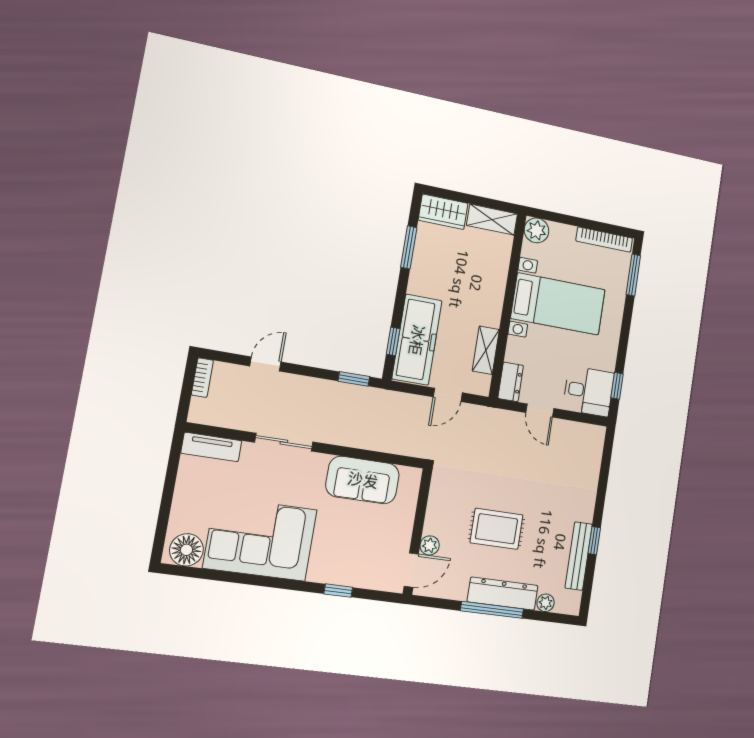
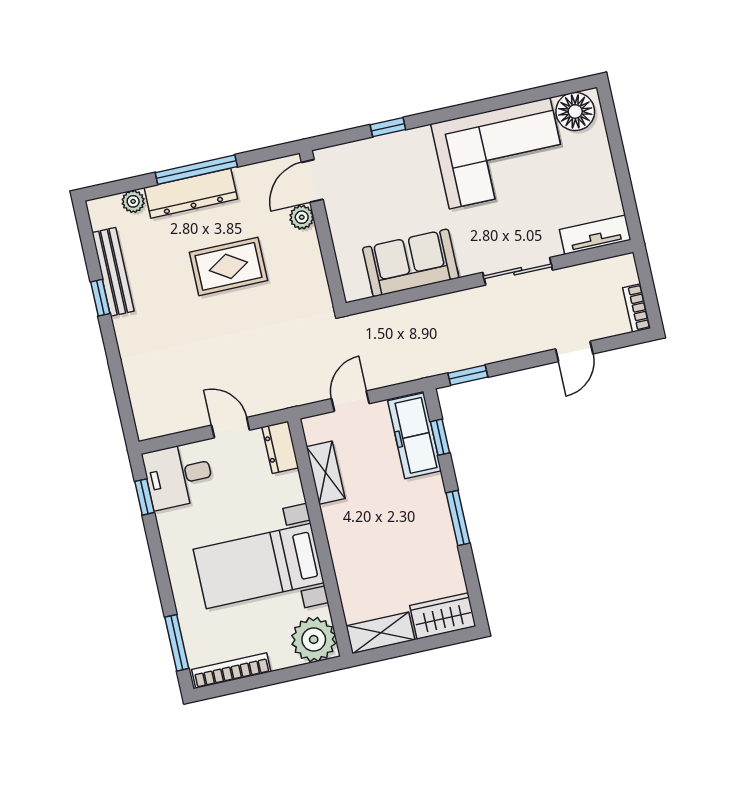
plant: (536, 230) -> (314, 639), width x1.36, depth x1.36
window: (409, 247) -> (458, 518), moved
freezer: (417, 340) -> (414, 436), width x0.73, depth x0.79

